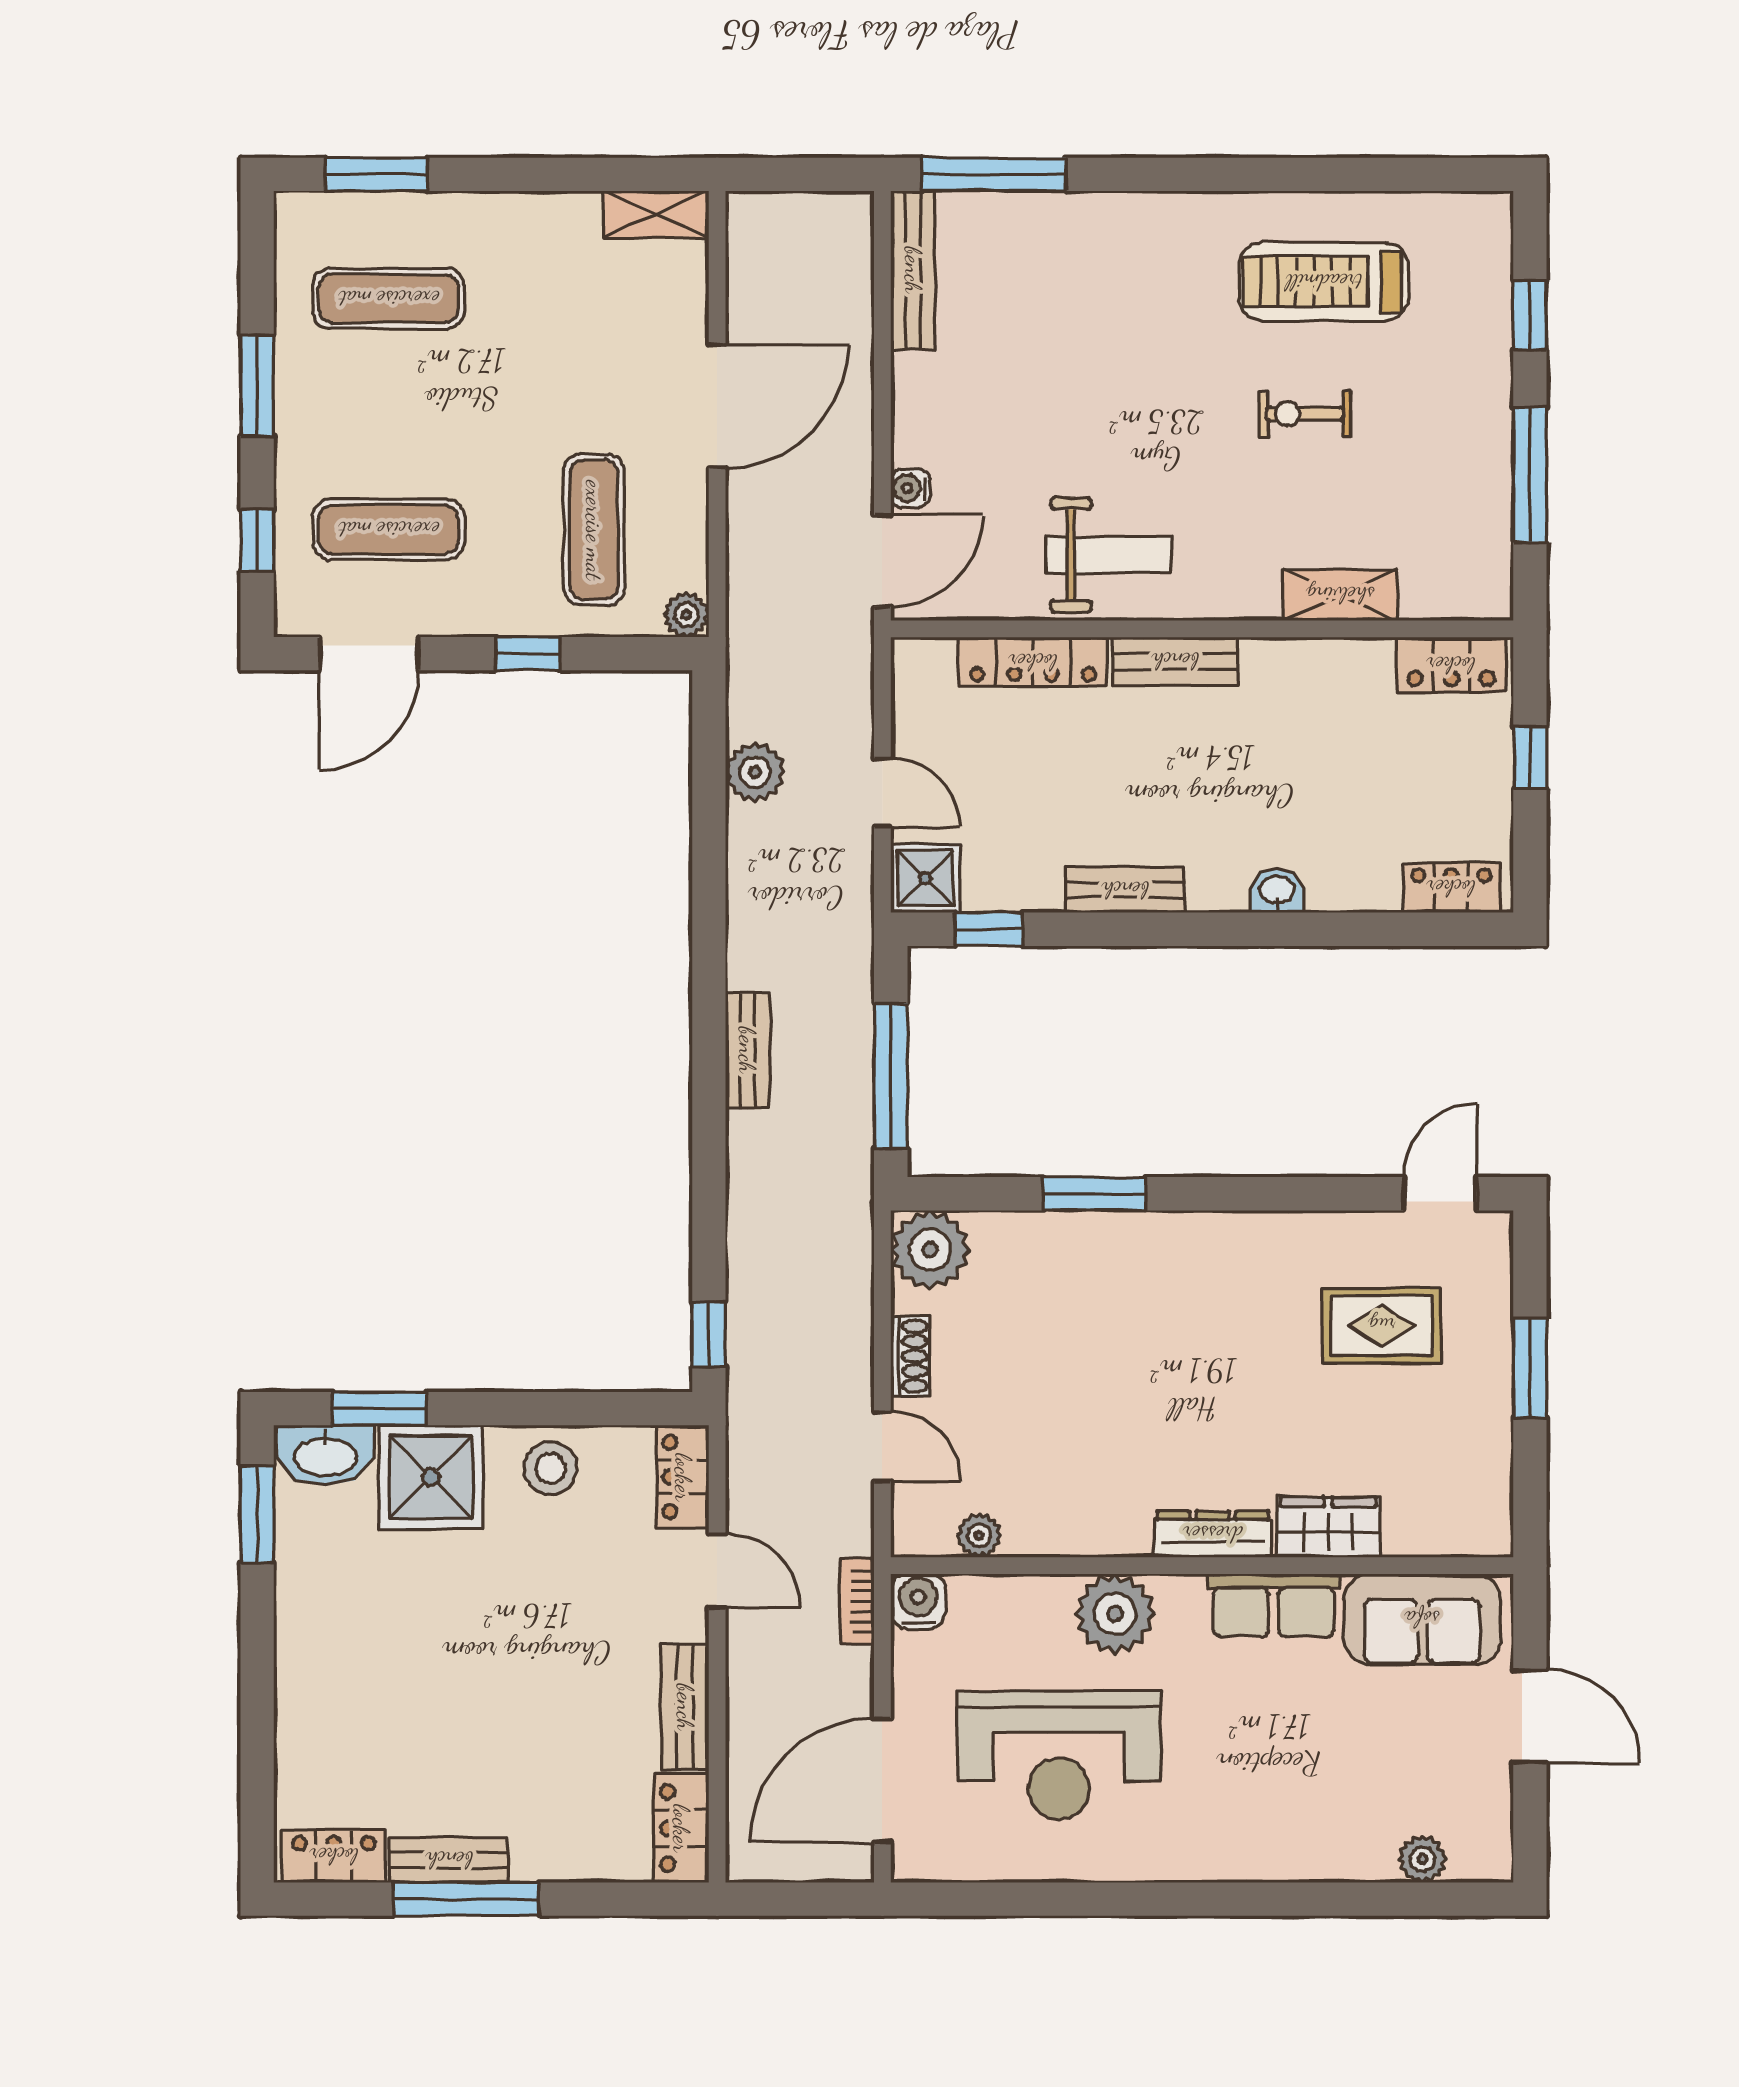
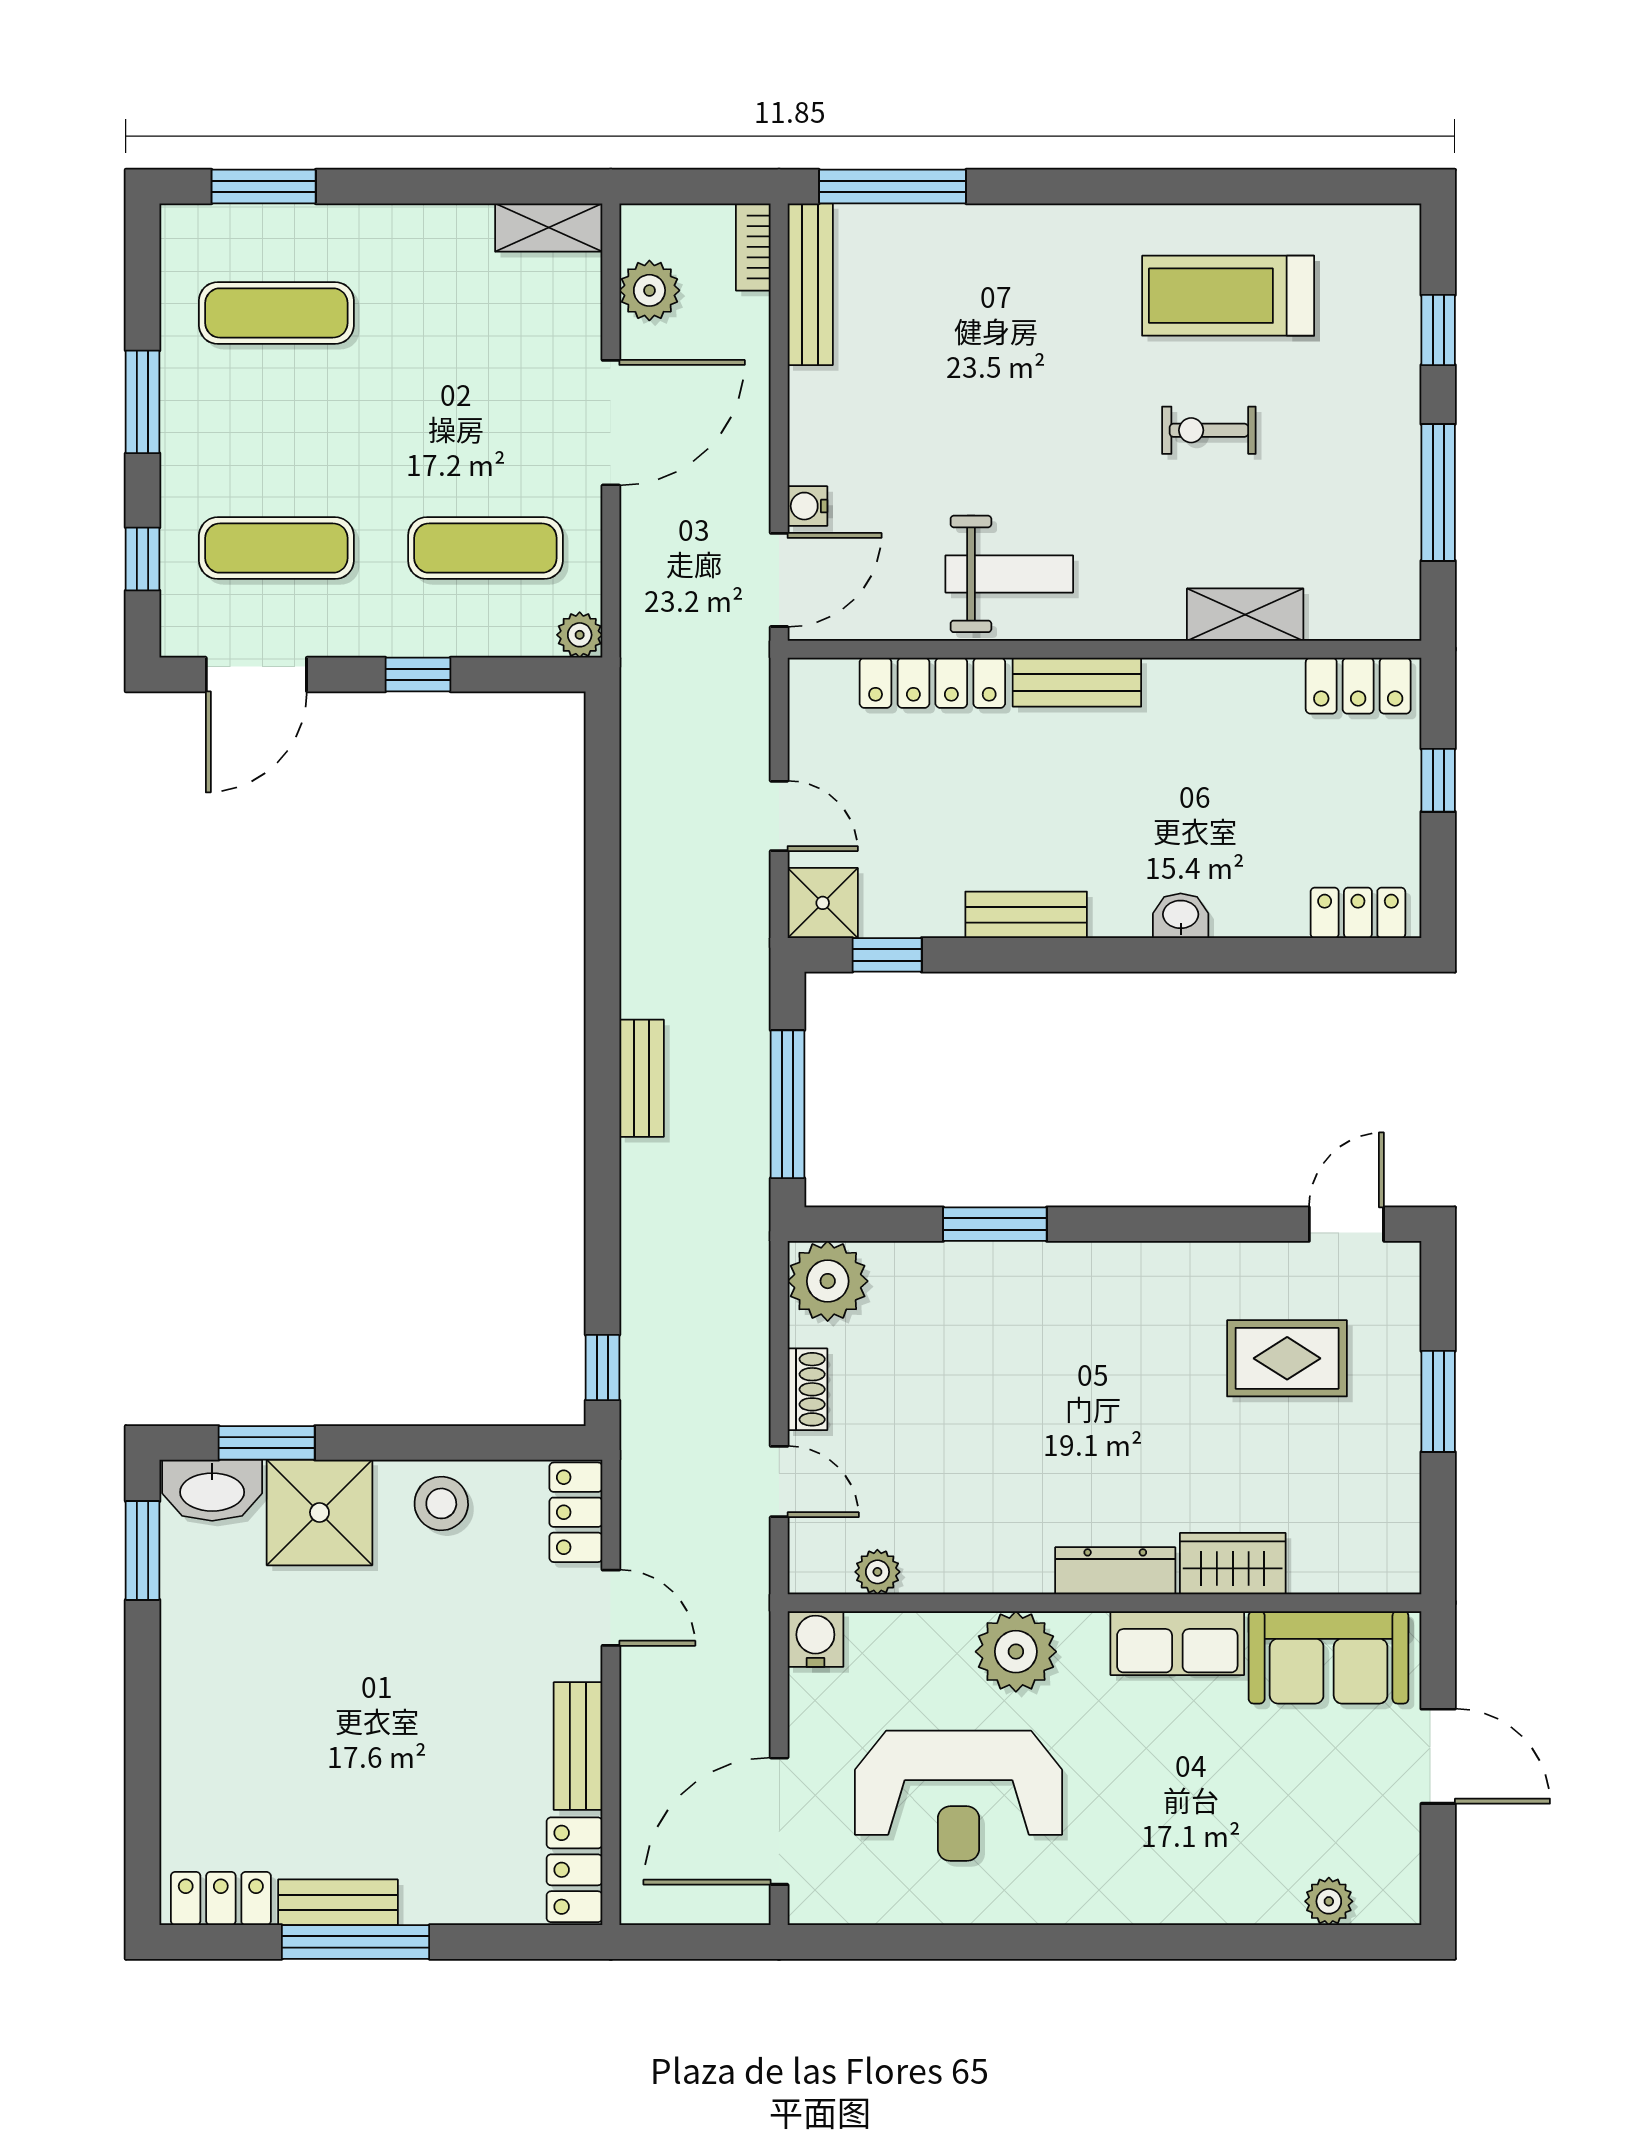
exercise mat: (594, 530) -> (485, 548), turned 90
plant: (755, 772) -> (649, 290), moved
bookcase: (857, 1601) -> (753, 247), moved

